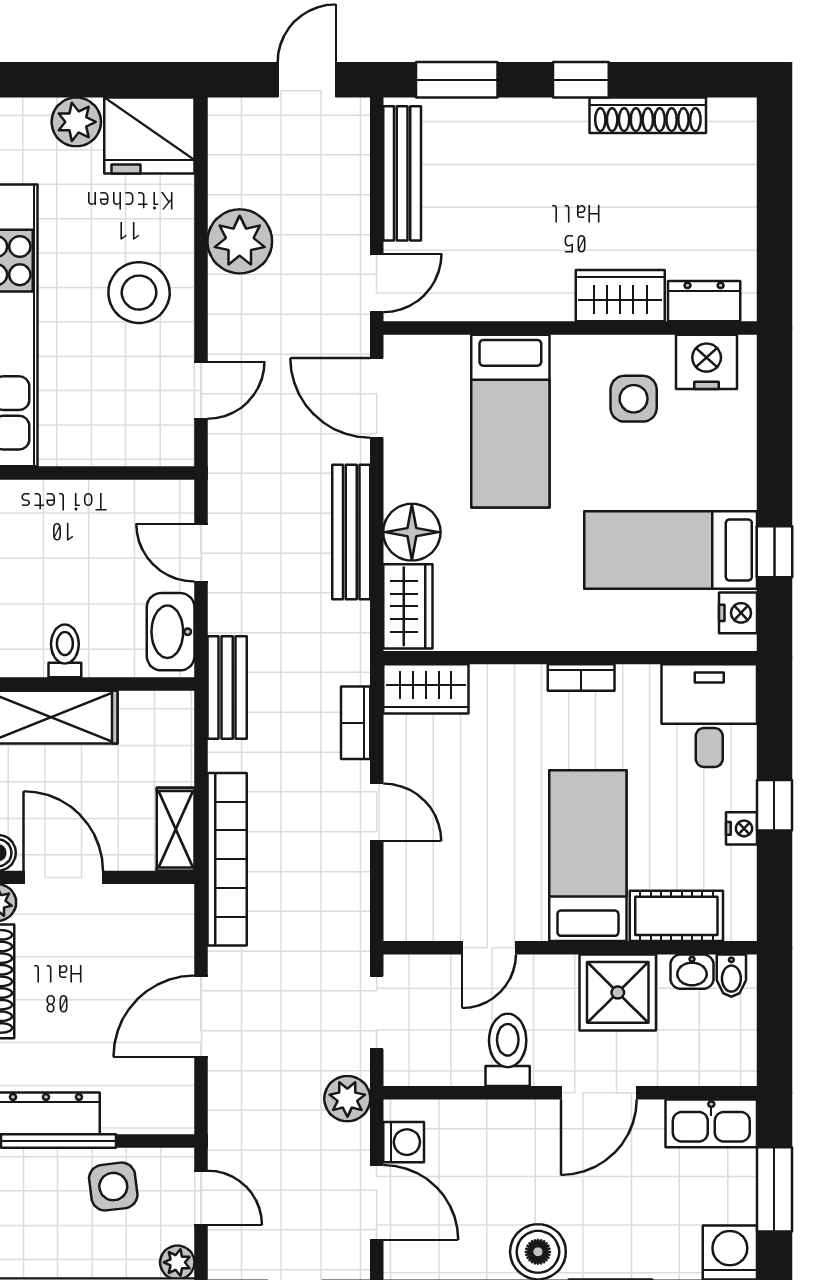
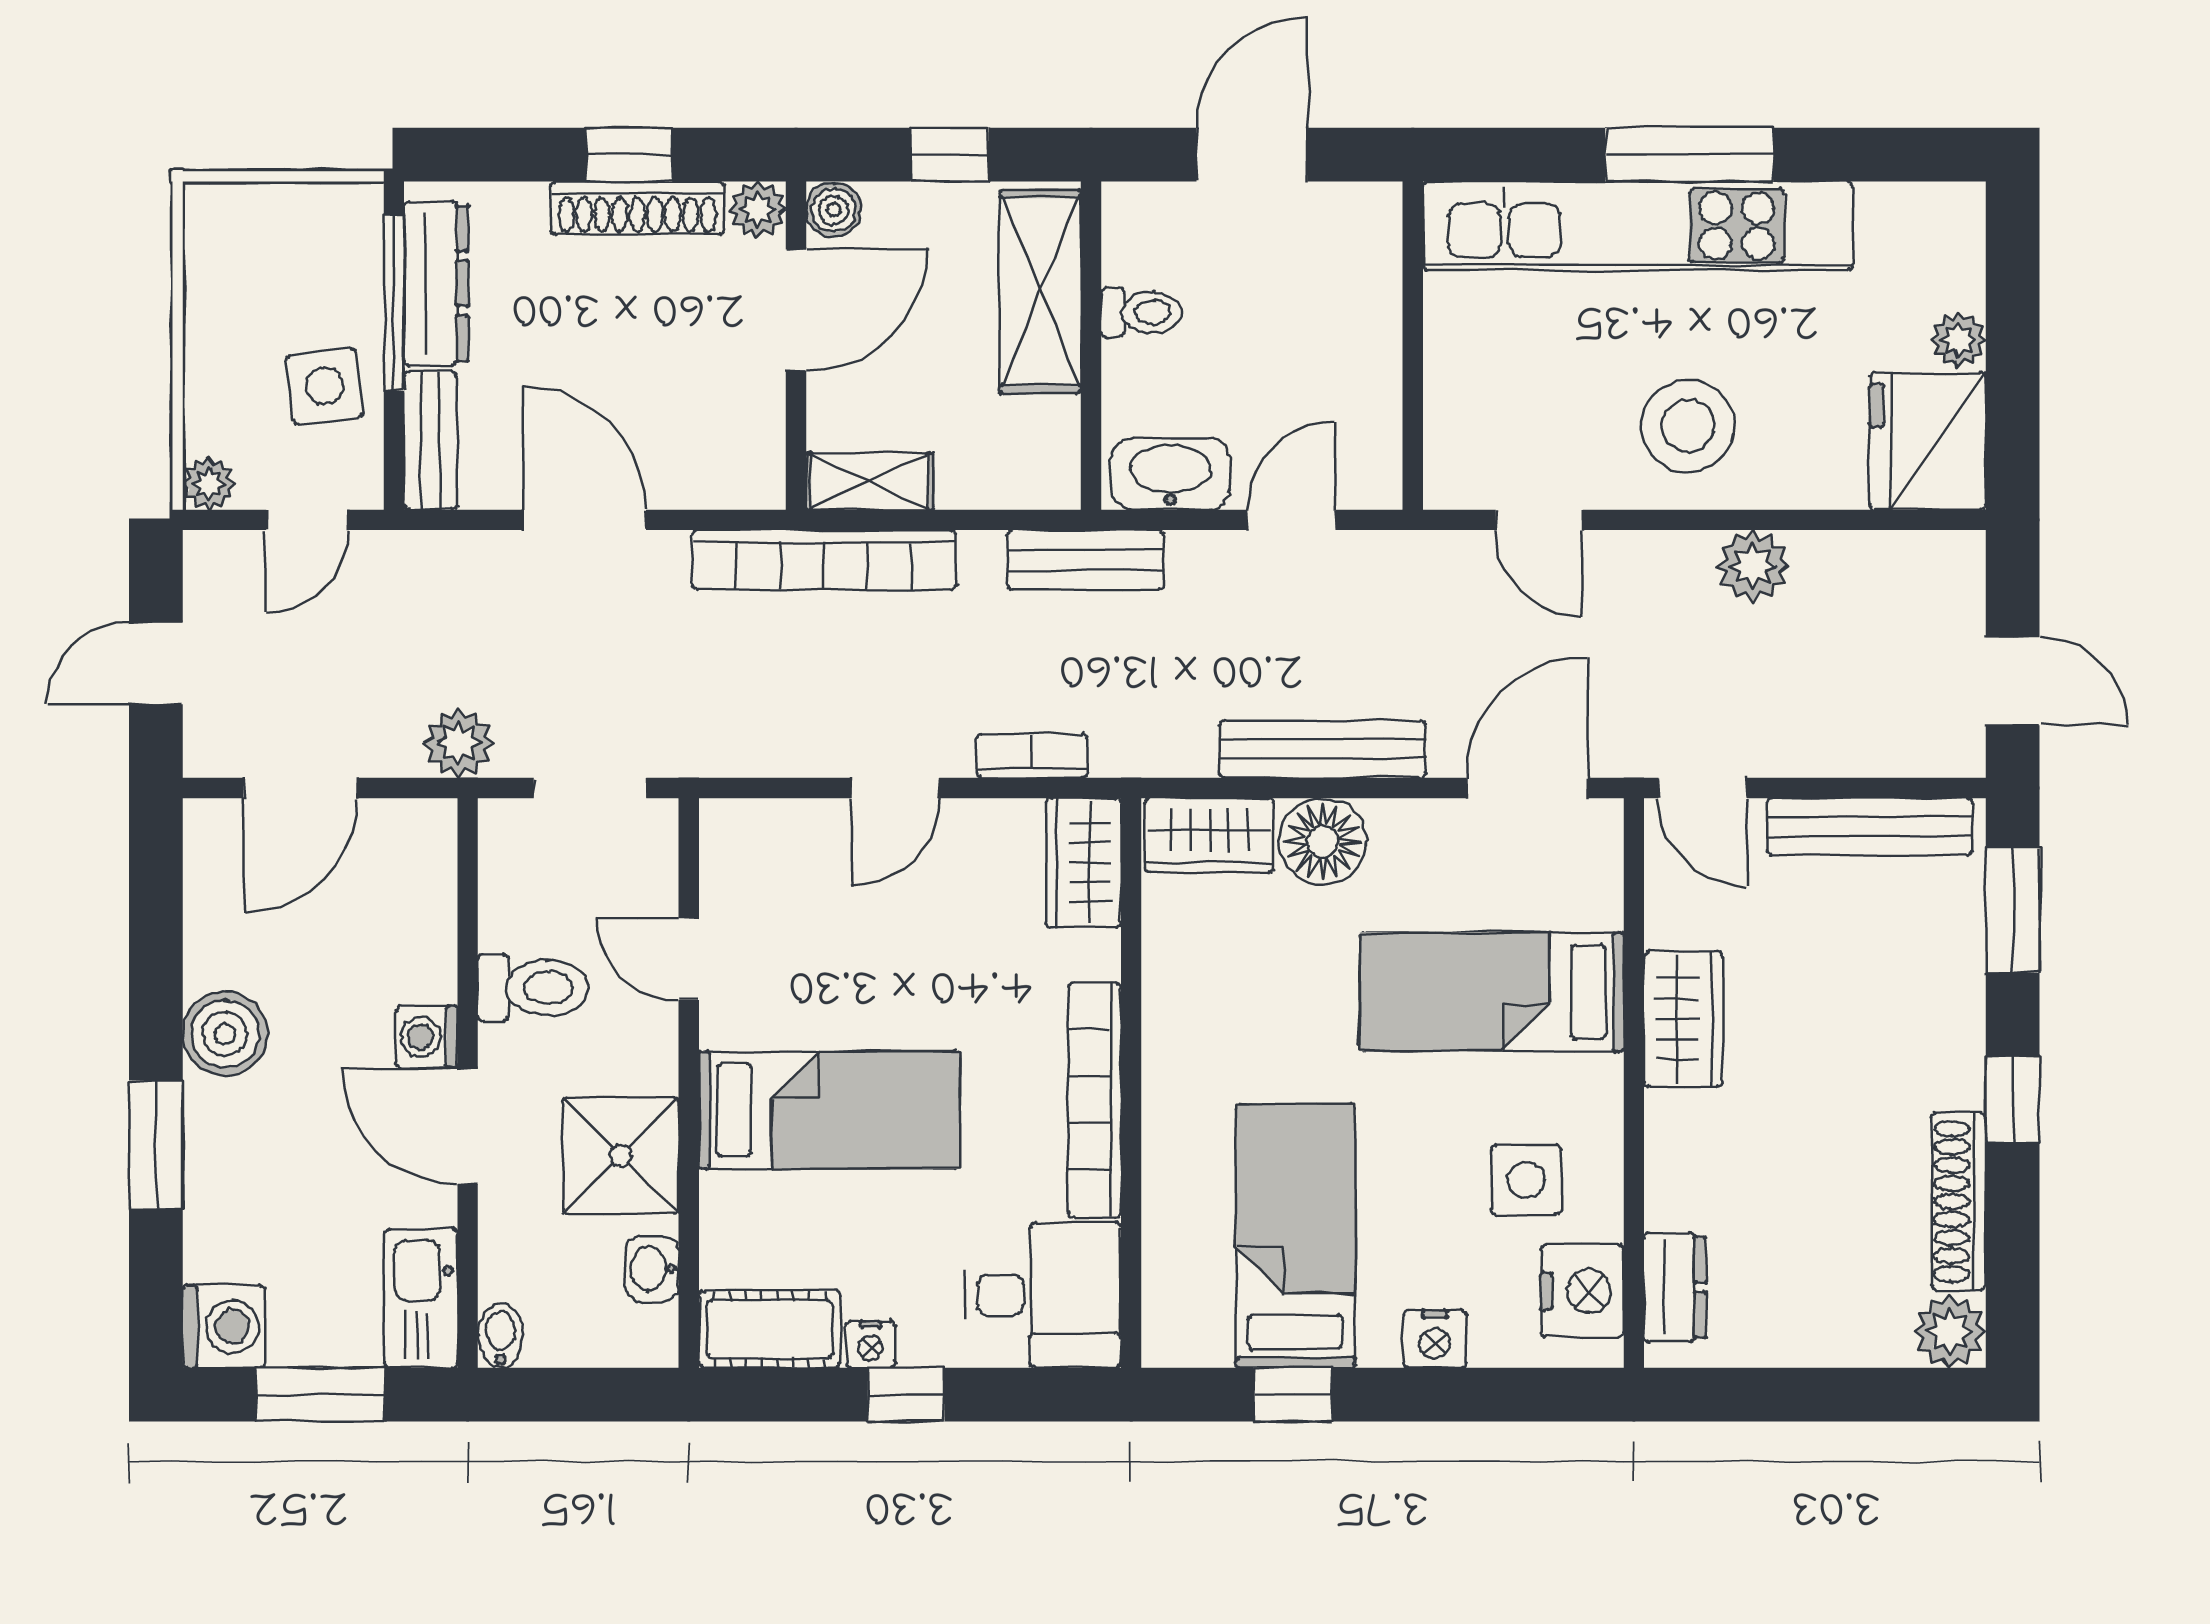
plant: (733, 121) -> (1950, 1332), added
plant: (76, 122) -> (1959, 340), width x0.73, depth x0.73
plant: (240, 241) -> (1753, 566), width x0.73, depth x0.73
wardrobe: (620, 296) -> (1683, 1019), moved
nightstand: (738, 613) -> (1435, 1339), moved
bookcase: (581, 678) -> (1094, 1100), width x2.31, depth x1.31
cot: (676, 916) -> (770, 1329), moved, turned 90
bidet: (731, 976) -> (501, 1335), moved, turned 90
bench: (149, 1117) -> (430, 440), added
washing machine: (404, 1142) -> (427, 1037), moved, turned 90

